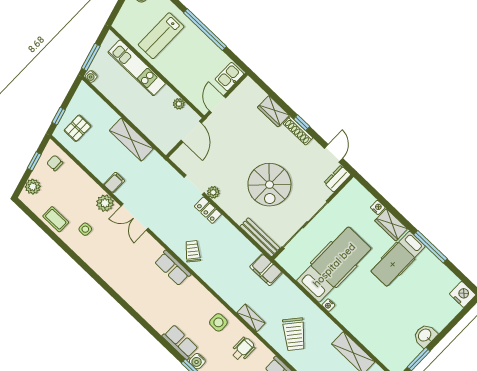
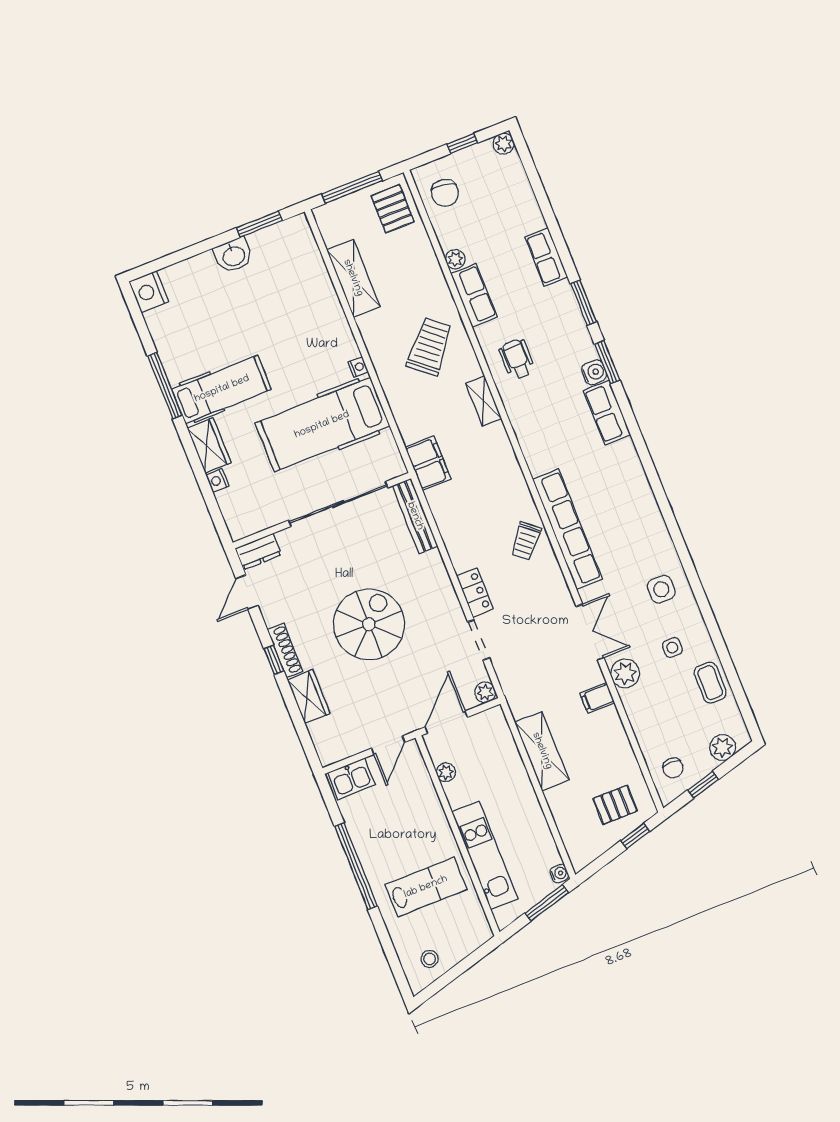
spiral stairs: (269, 185) -> (369, 624), moved
plant: (213, 192) -> (485, 692), moved
row of seats: (173, 268) -> (567, 529), width x2.02
side table: (218, 322) -> (661, 589), moved
wheelchair: (243, 349) -> (517, 359), turned 90

